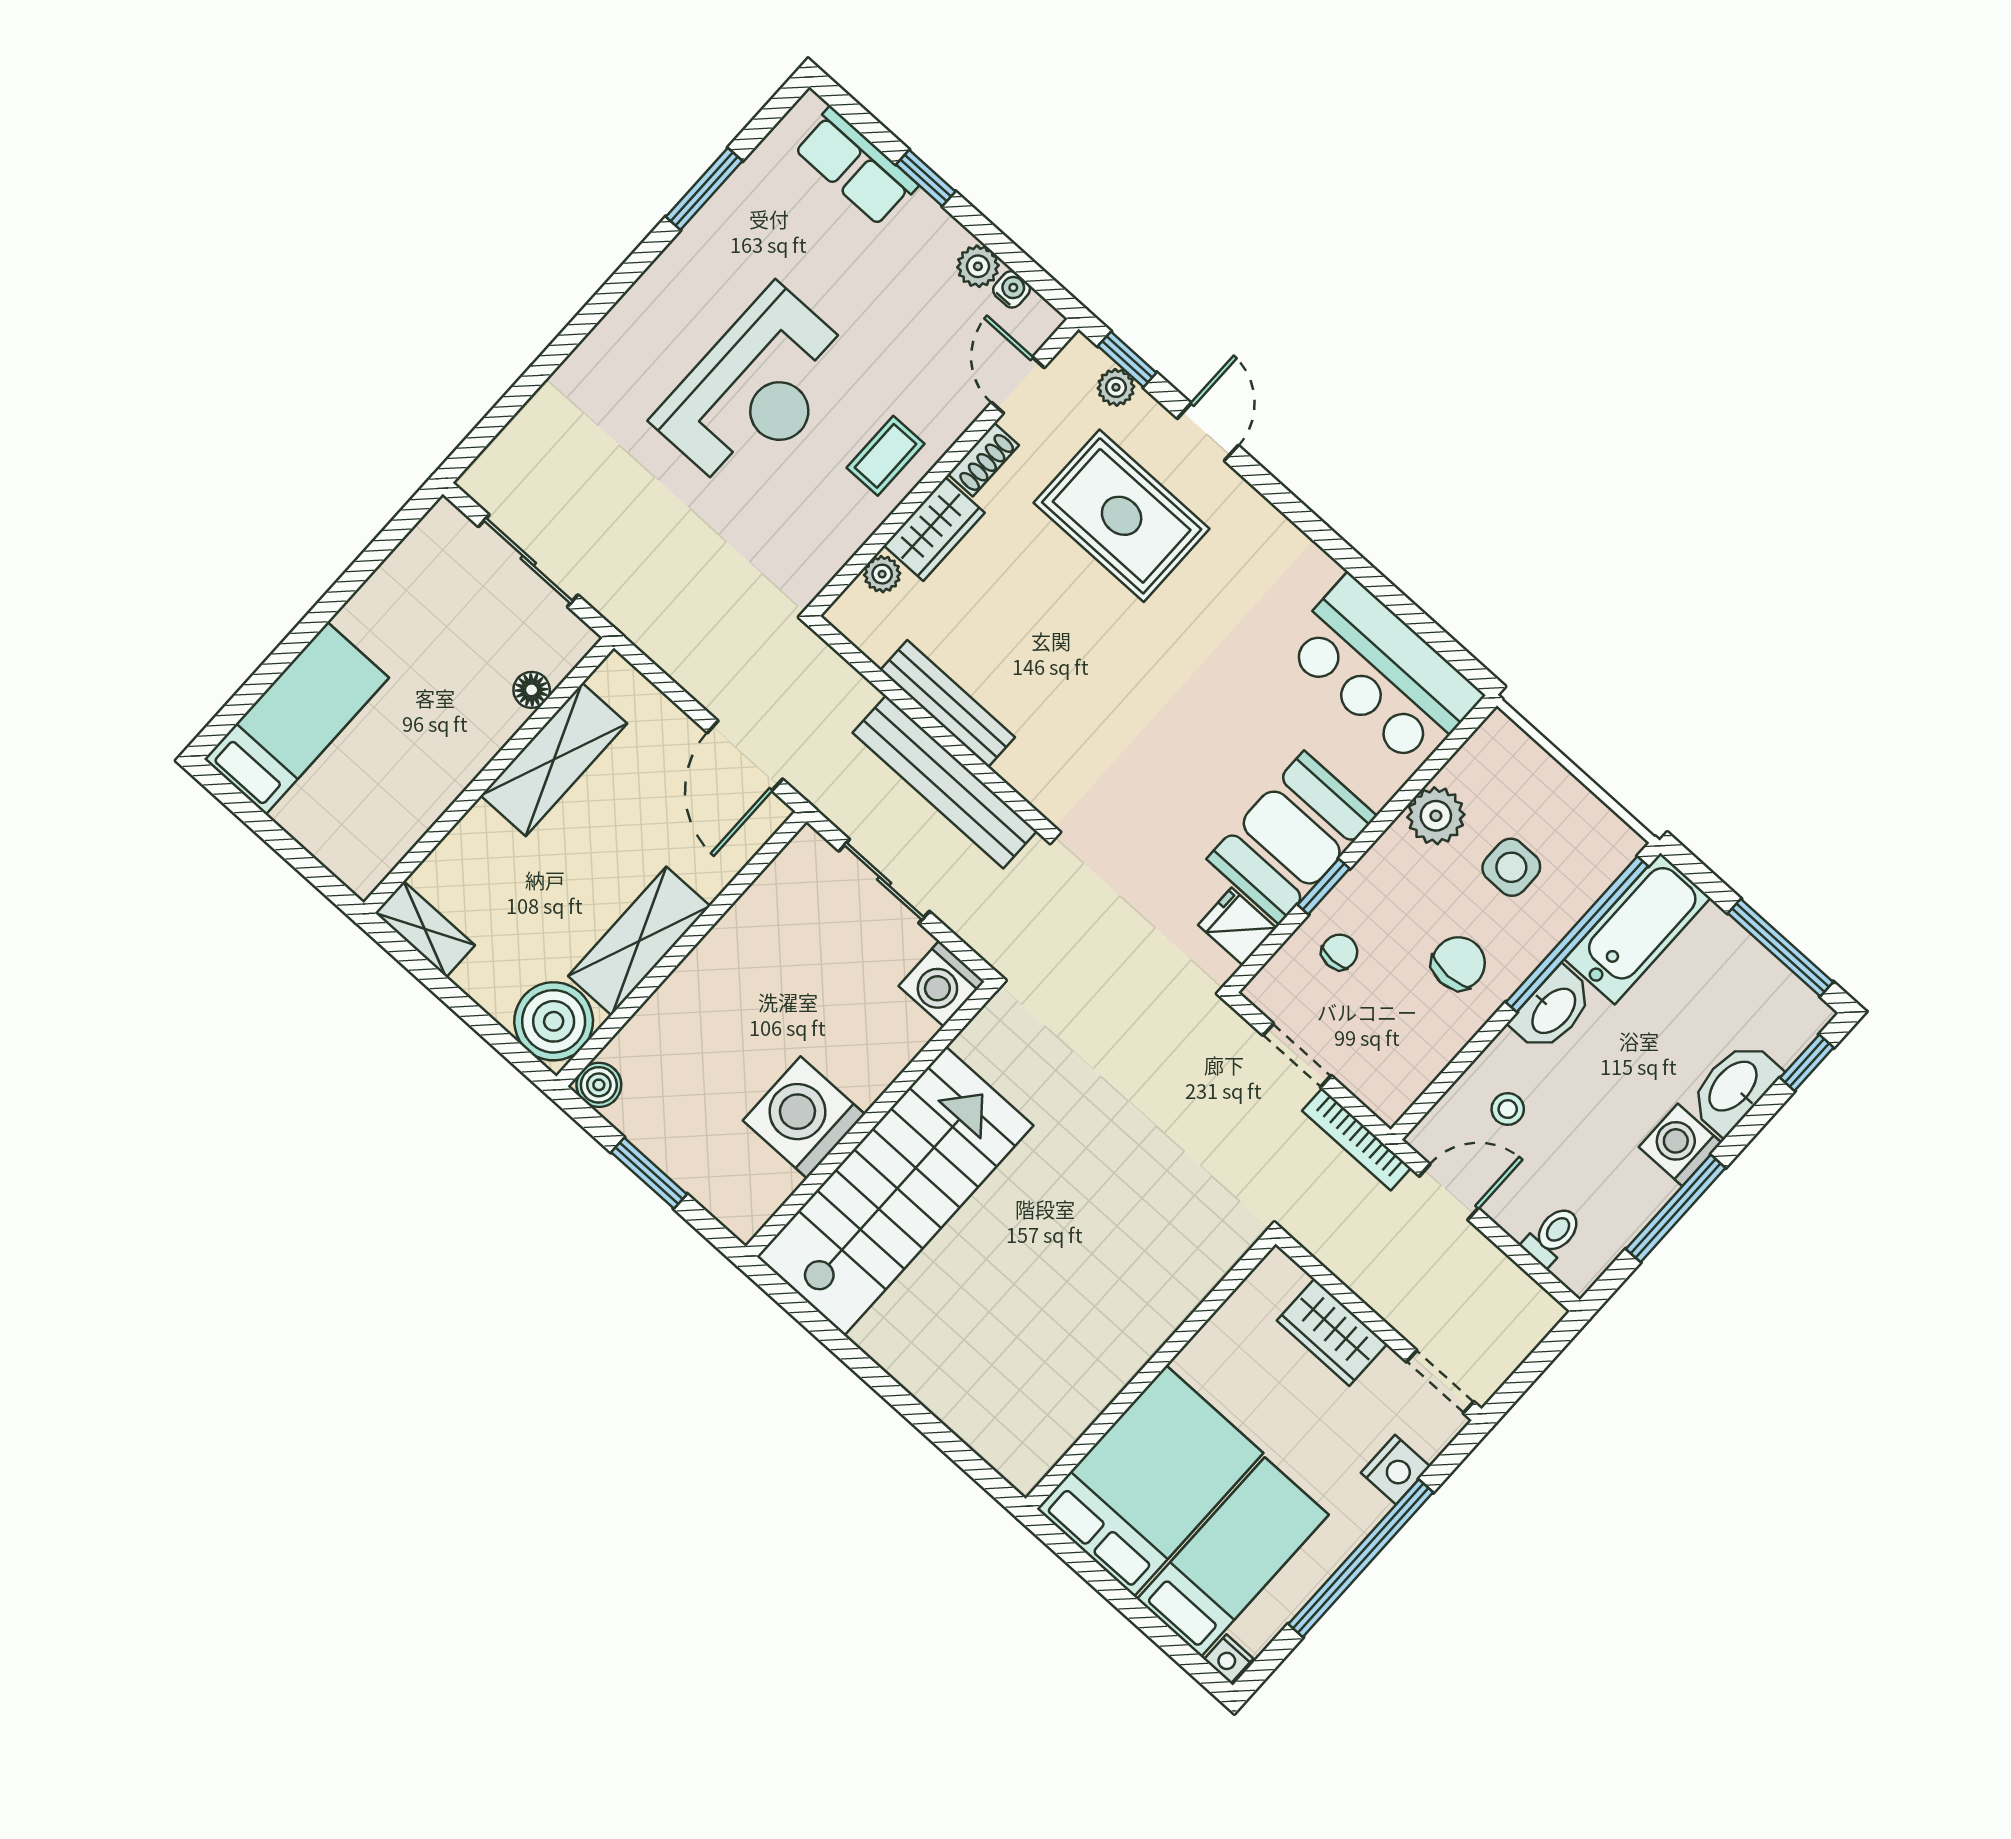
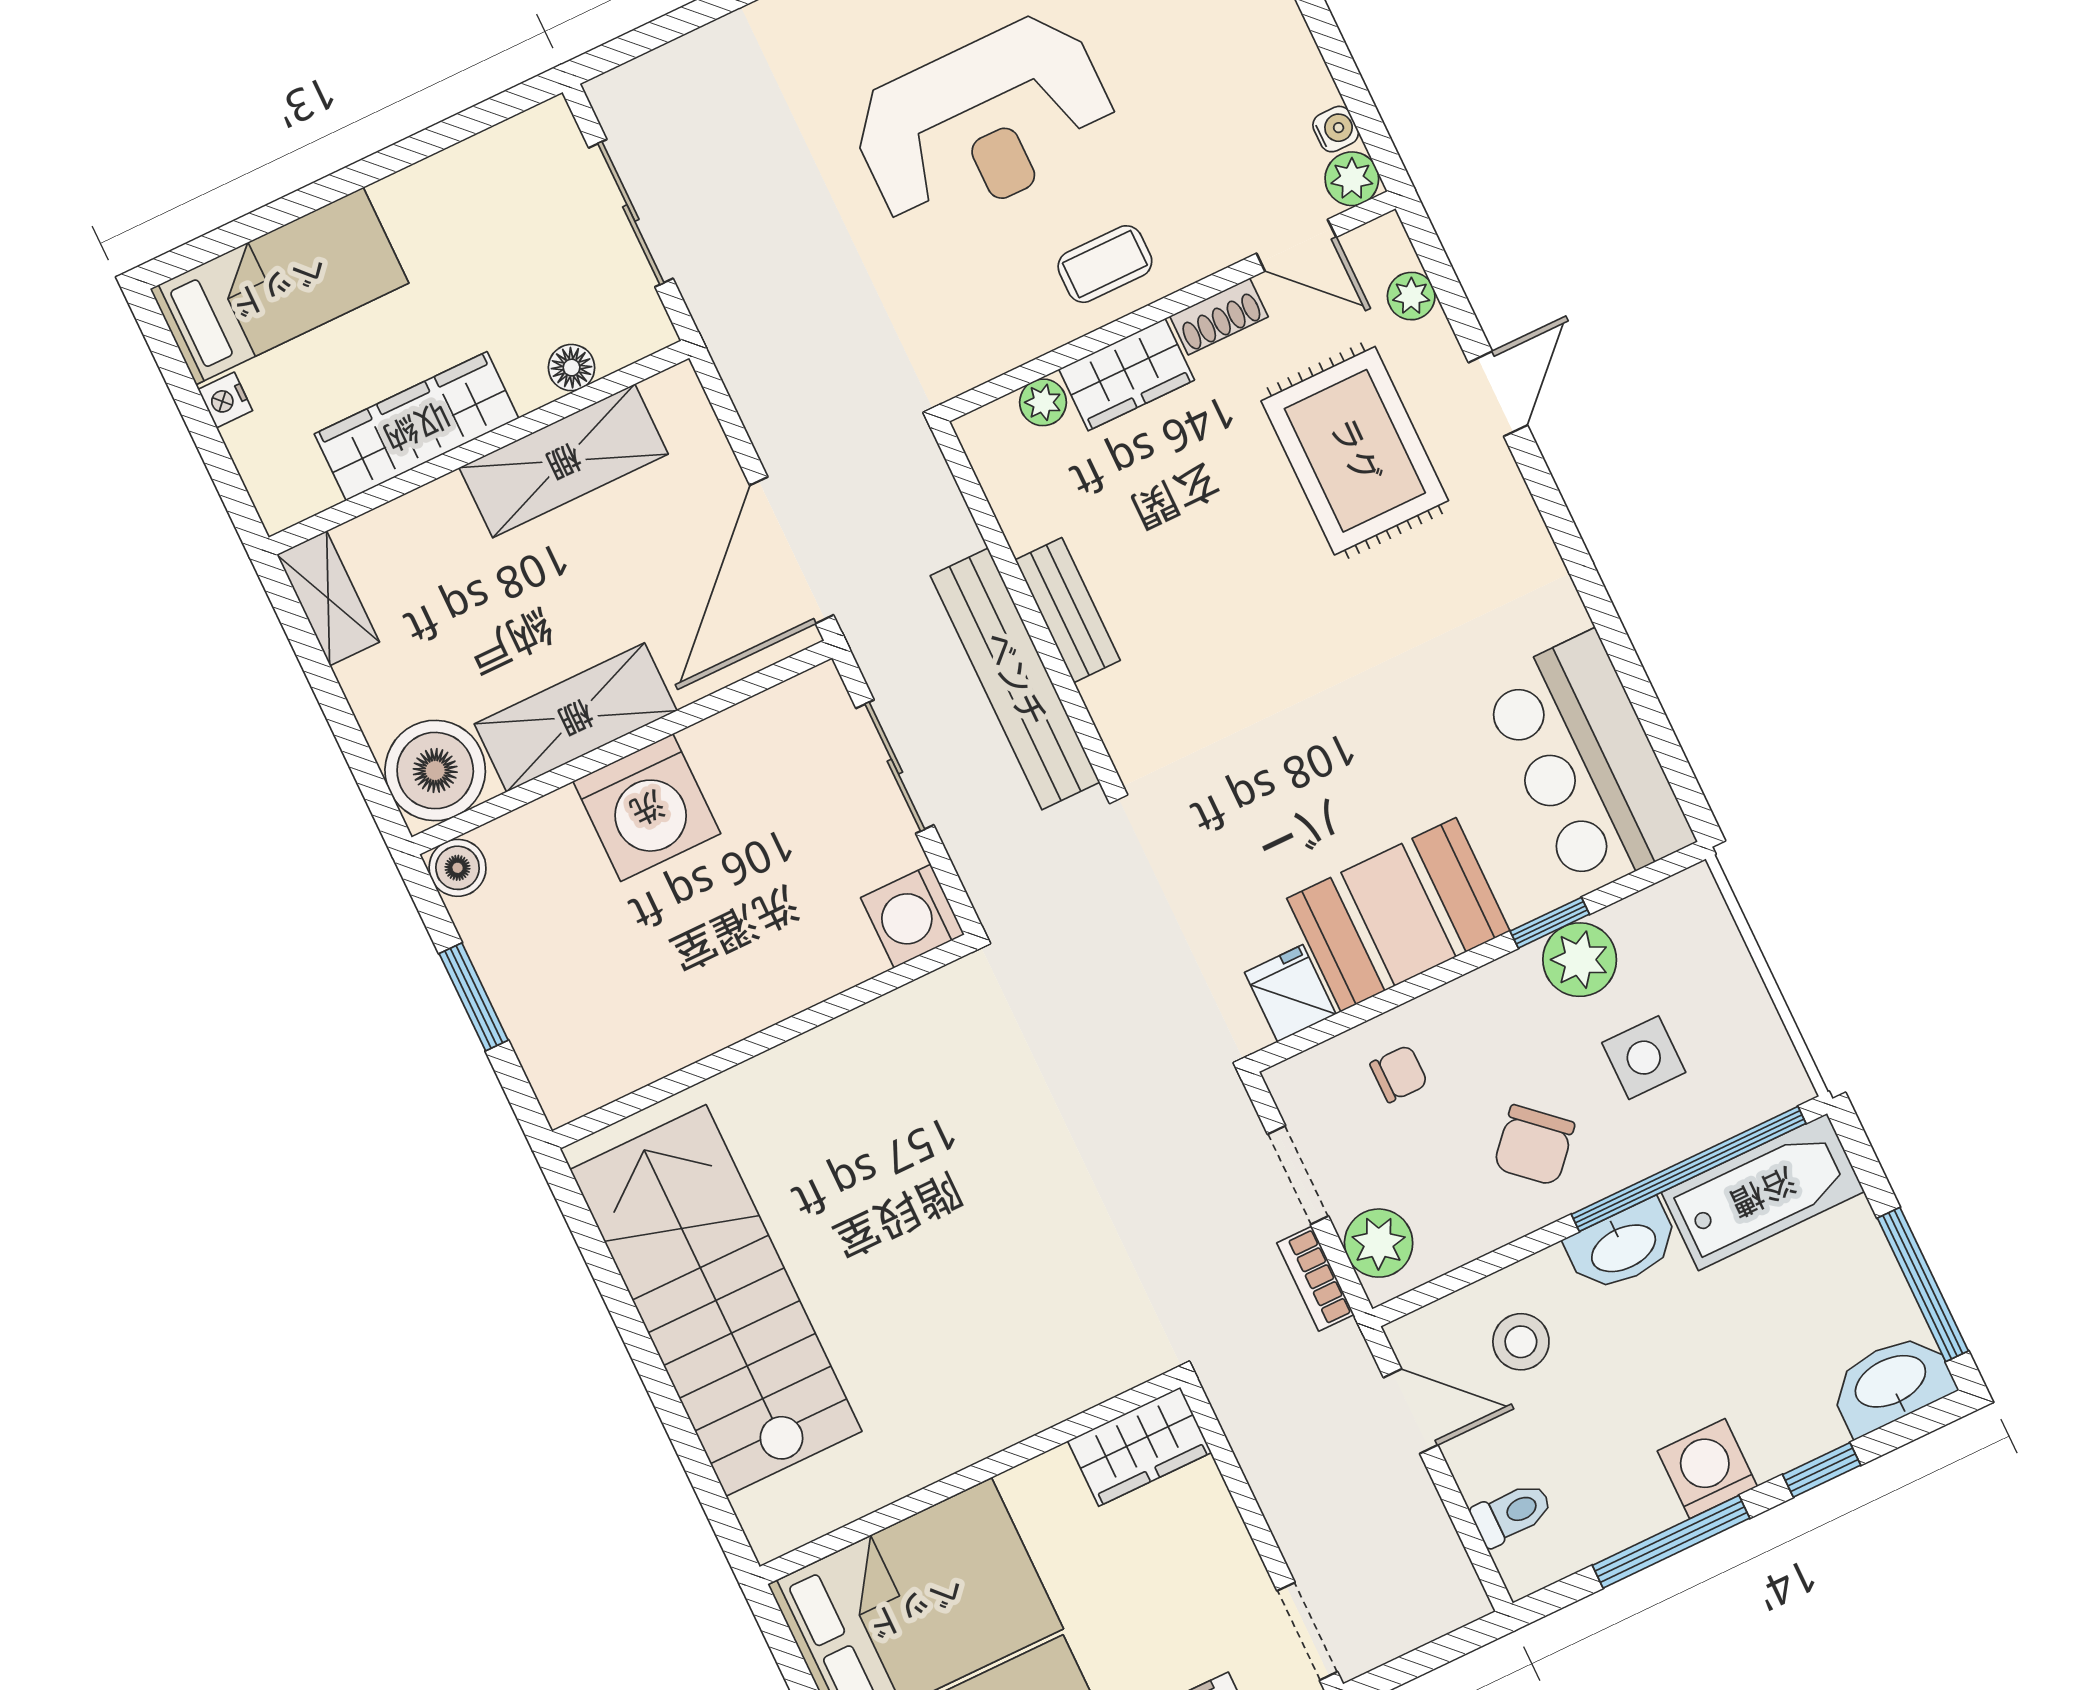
plant: (978, 266) -> (1352, 179), moved
window: (1127, 359) -> (1438, 268), removed
door: (1018, 385) -> (1296, 245), swing flipped
bench: (948, 704) -> (1068, 610), width x0.73
door: (745, 756) -> (792, 550), width x1.36
wardrobe: (437, 778) -> (417, 426), added
nightstand: (291, 817) -> (225, 400), added
window: (1324, 887) -> (1550, 923), moved
chair: (1458, 963) -> (1534, 1145), turned 132
window: (1807, 1063) -> (1822, 1470), moved
plant: (1375, 1080) -> (1379, 1243), added
washbasin: (1734, 1087) -> (1891, 1383), moved
stool: (1508, 1109) -> (1521, 1342), width x1.37, depth x1.37
washing machine: (804, 1117) -> (647, 808), moved, turned 180
bookcase: (1356, 1139) -> (1315, 1279), width x0.64
stairs: (895, 1191) -> (716, 1300), moved, turned -90
wardrobe: (1332, 1332) -> (1139, 1447), moved, turned -90

